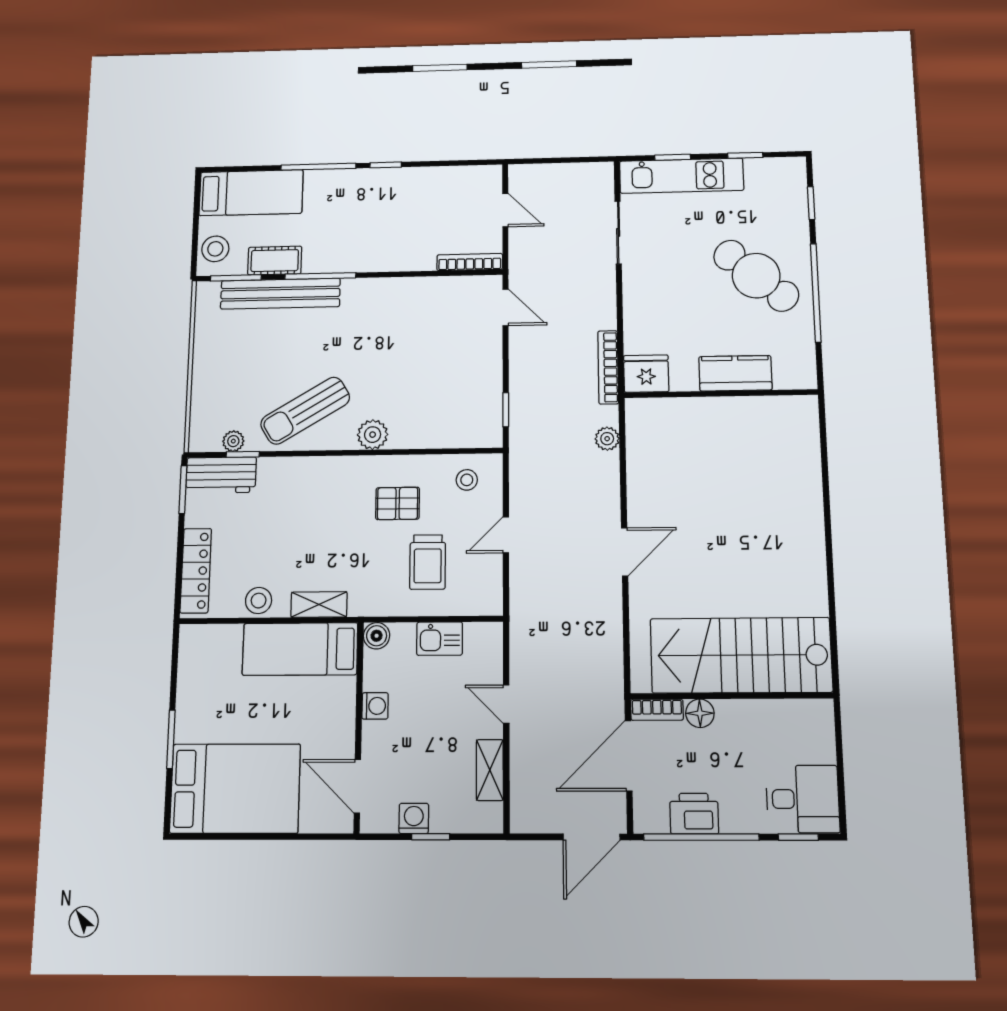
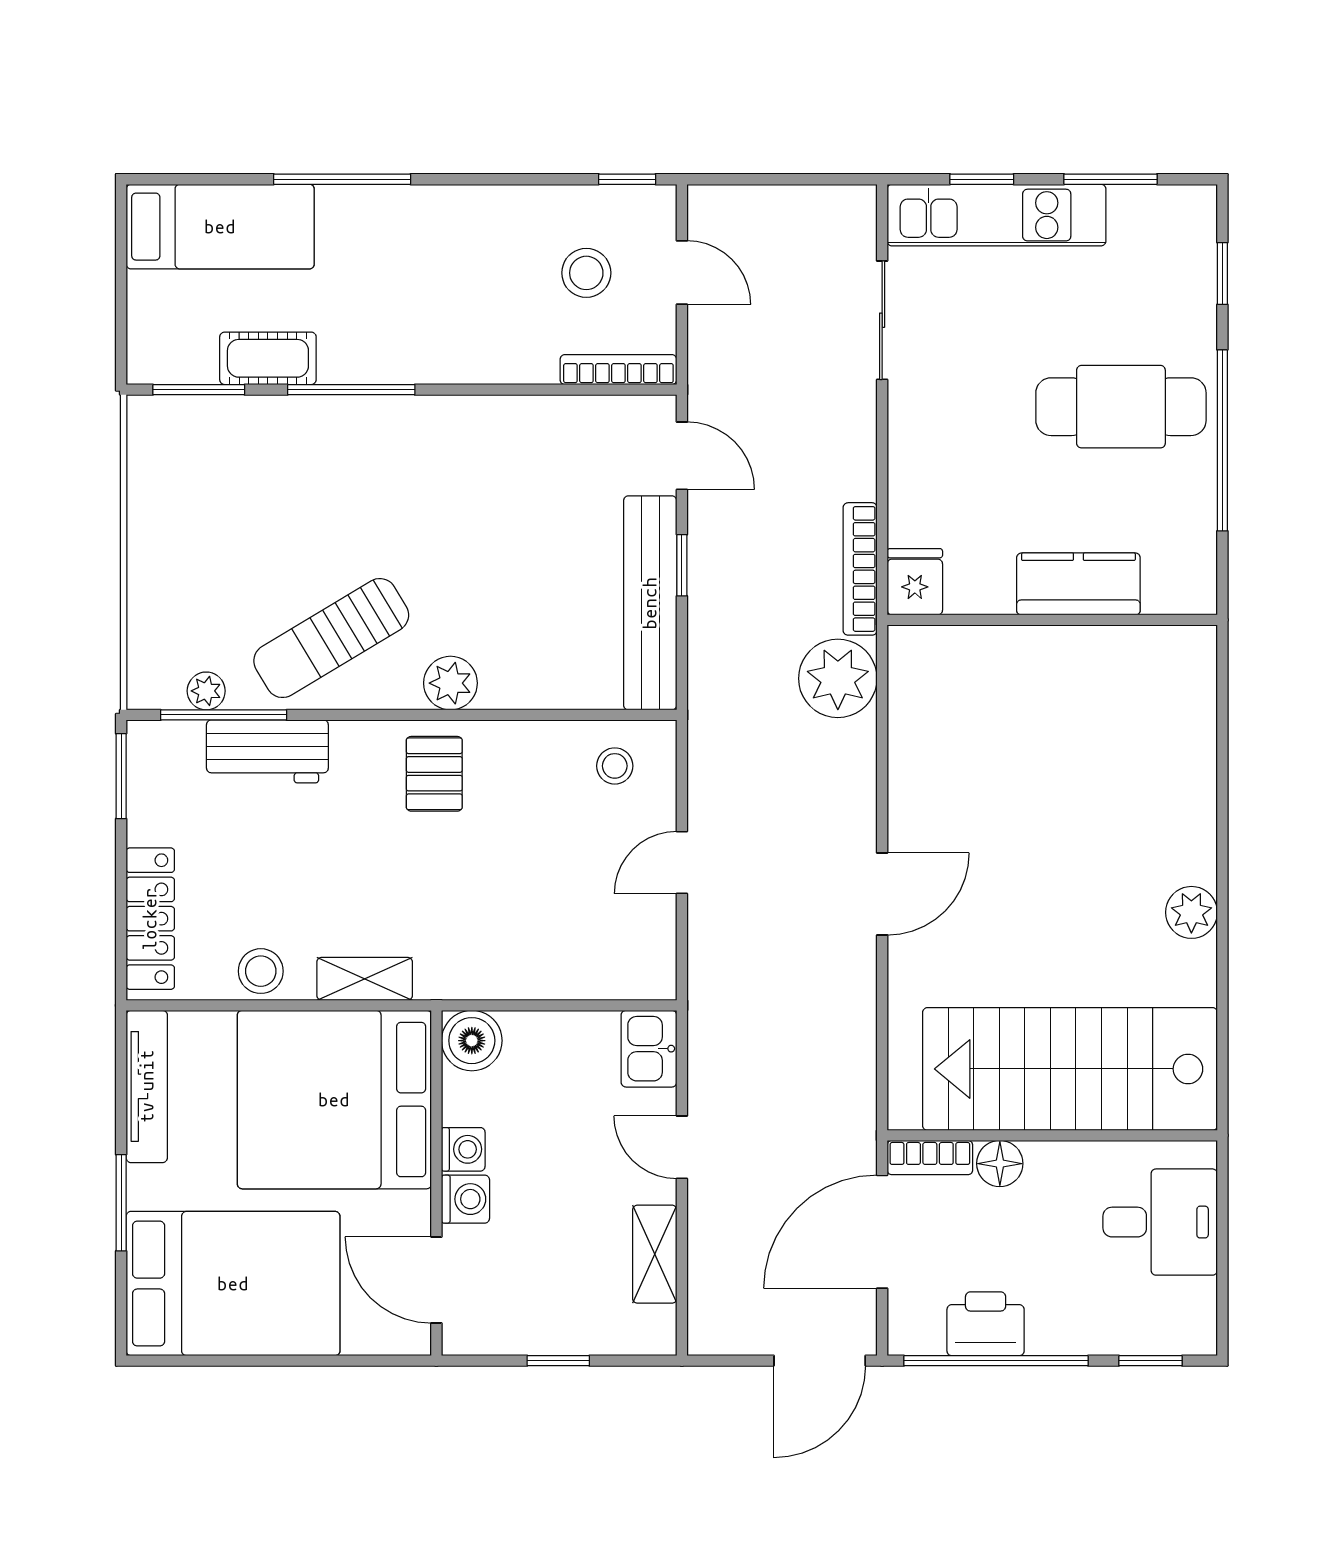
window: (745, 155) -> (1111, 179), width x1.50
window: (386, 165) -> (627, 179), moved
stool: (215, 249) -> (586, 273), moved
cafe table: (756, 276) -> (1121, 407), turned -41
bench: (280, 294) -> (650, 603), moved, turned 90
fridge: (646, 374) -> (915, 582), width x0.72
window: (506, 410) -> (682, 565), moved
plant: (607, 439) -> (838, 678), width x1.87, depth x1.87
window: (243, 454) -> (224, 715), width x2.17
workbench: (221, 475) -> (267, 751), moved
pallet: (398, 503) -> (434, 774), moved, turned 90
plant: (811, 561) -> (1191, 912), added
trolley: (428, 562) -> (549, 908), removed
boiler: (377, 636) -> (472, 1041), width x1.36, depth x1.36
kitchen sink: (440, 639) -> (649, 1049), moved, turned 90
bed: (300, 649) -> (334, 1100), width x2.04
tv unit: (189, 669) -> (147, 1086), added
desk: (803, 799) -> (1160, 1222), moved
washing machine: (414, 818) -> (466, 1199), moved, turned 90

